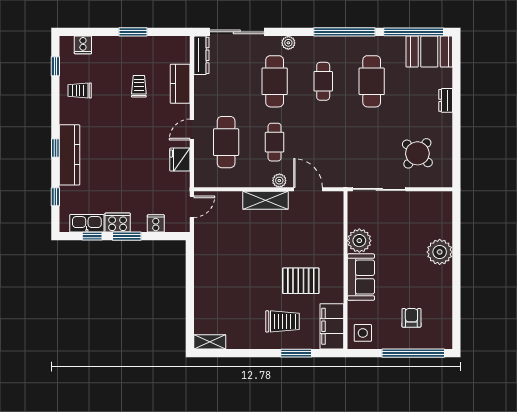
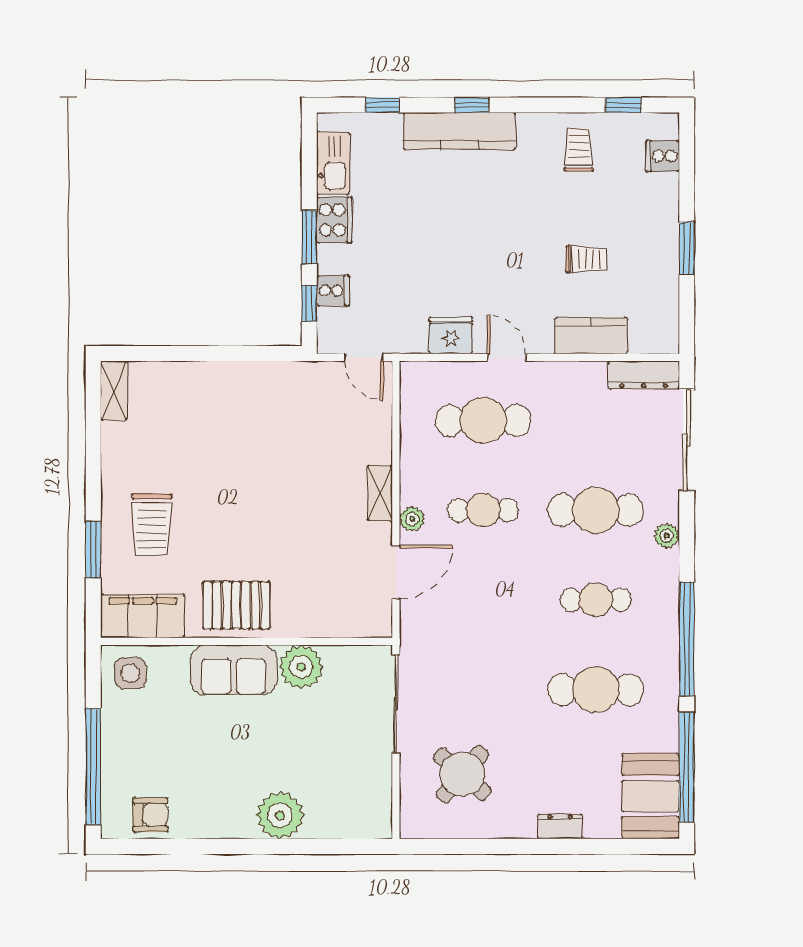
shelving: (266, 200) -> (380, 493), width x0.67, depth x0.75
window: (92, 236) -> (309, 304), moved
pallet: (301, 281) -> (236, 605), moved, turned 90
armchair: (411, 318) -> (150, 815), moved

